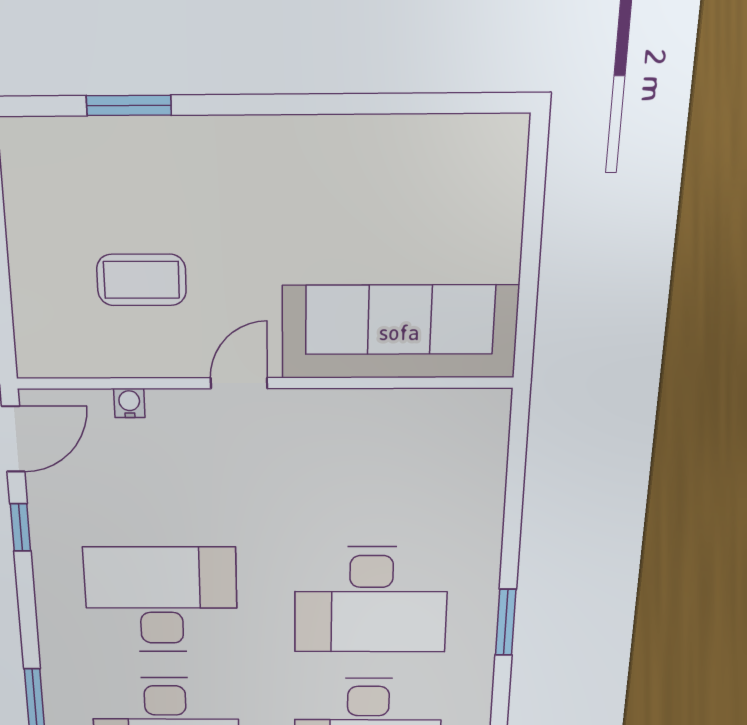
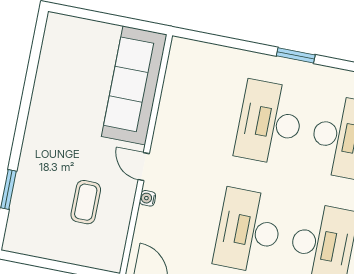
water cooler: (129, 403) -> (148, 198), moved
desk: (371, 600) -> (270, 123), turned 180

